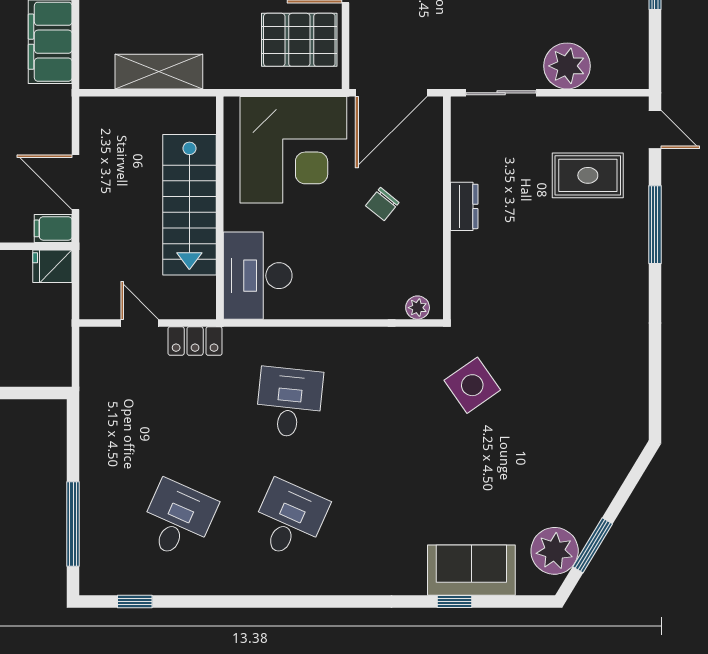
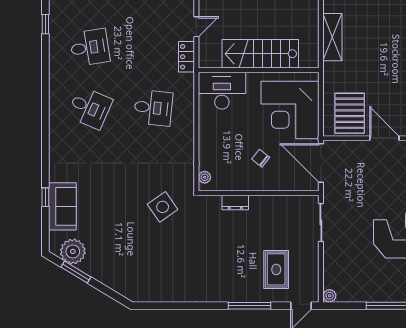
plant: (567, 66) -> (330, 296), moved, width x0.53, depth x0.53
dresser: (464, 206) -> (235, 202), moved
desk: (178, 520) -> (90, 47), turned -33

